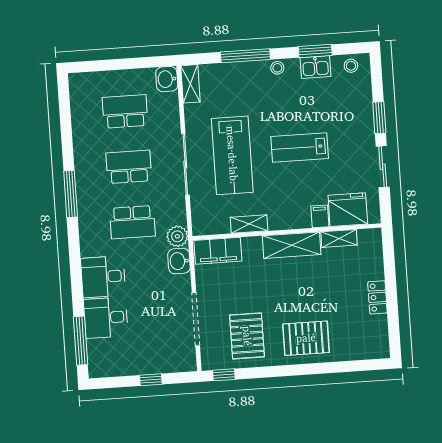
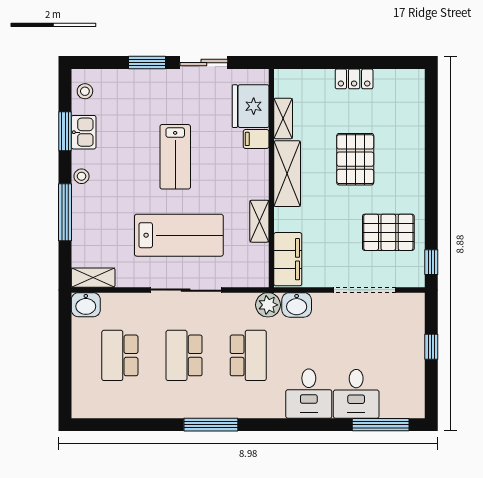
pallet: (306, 338) -> (355, 159), moved

